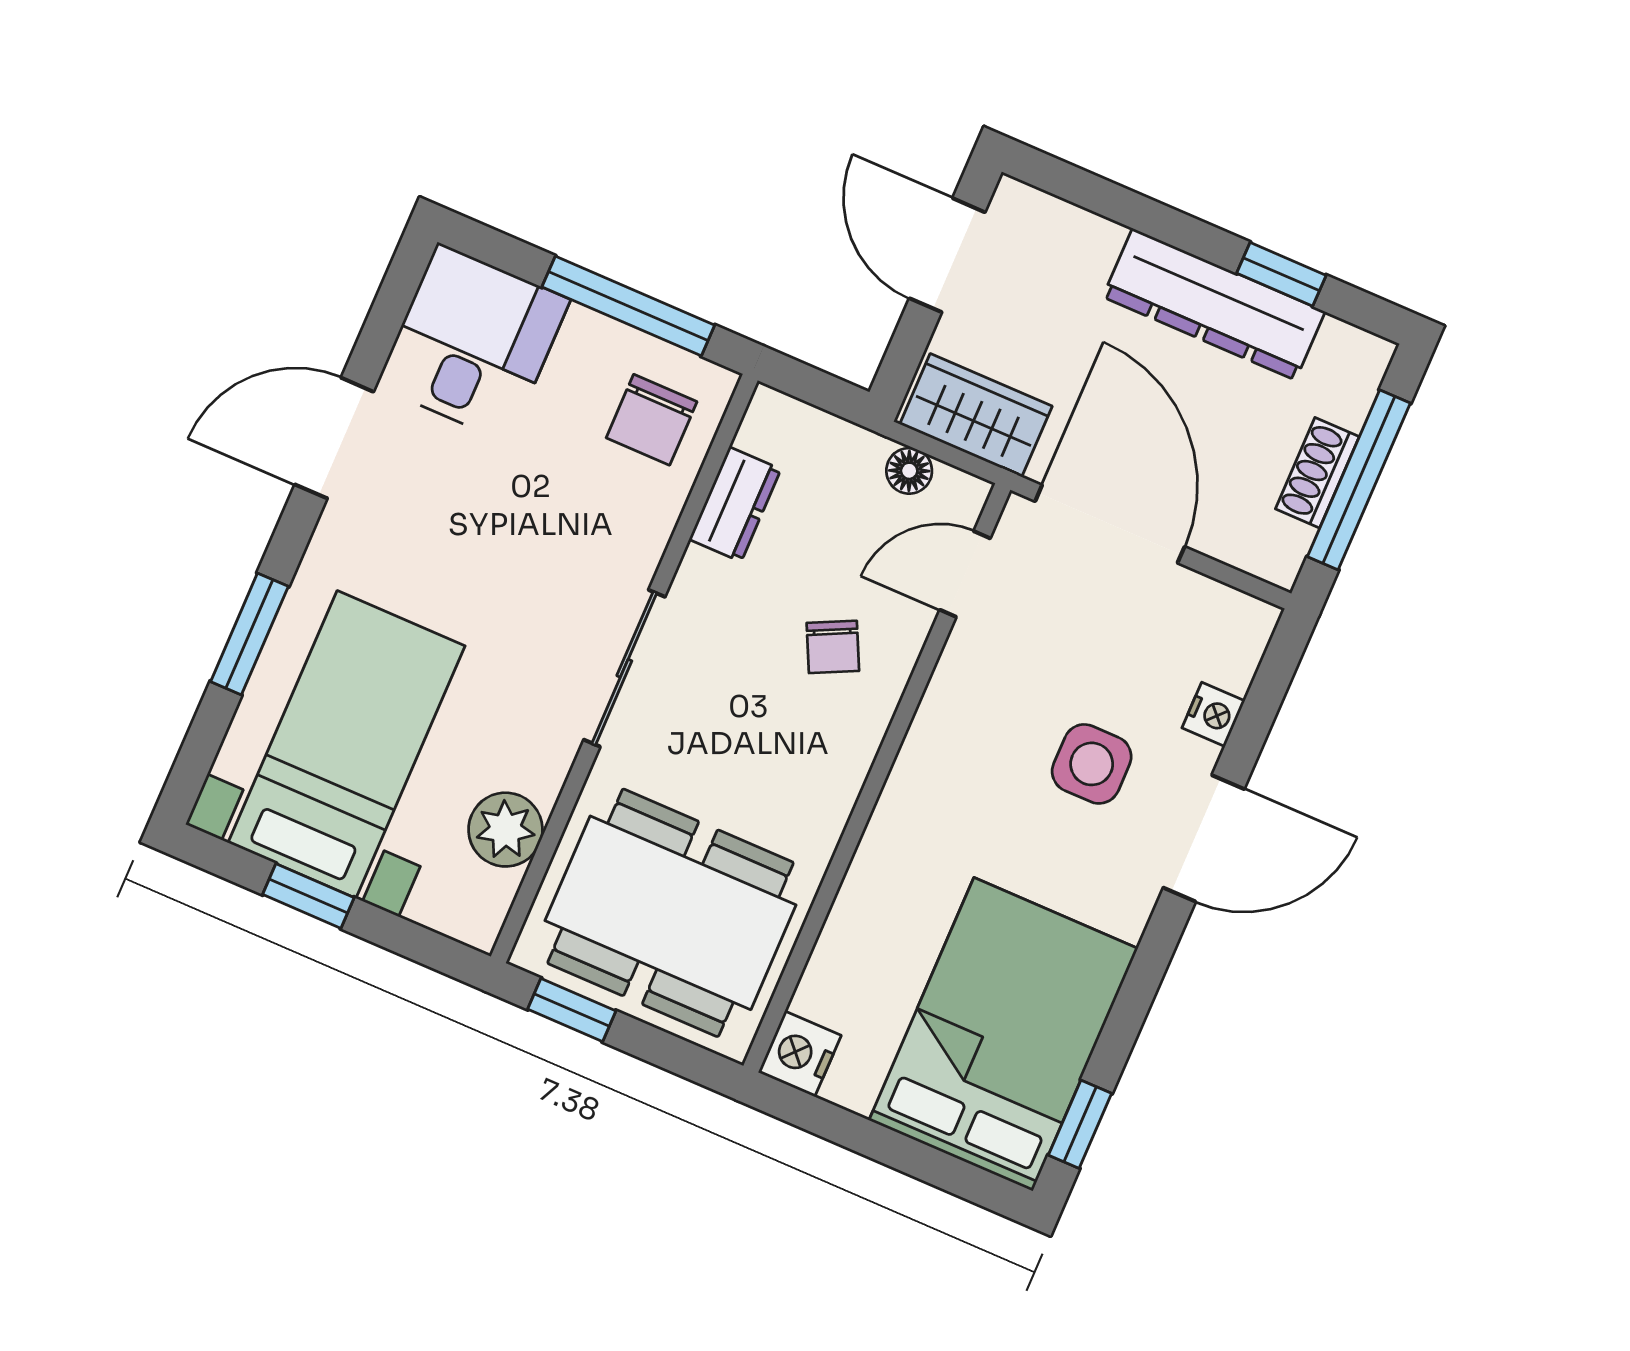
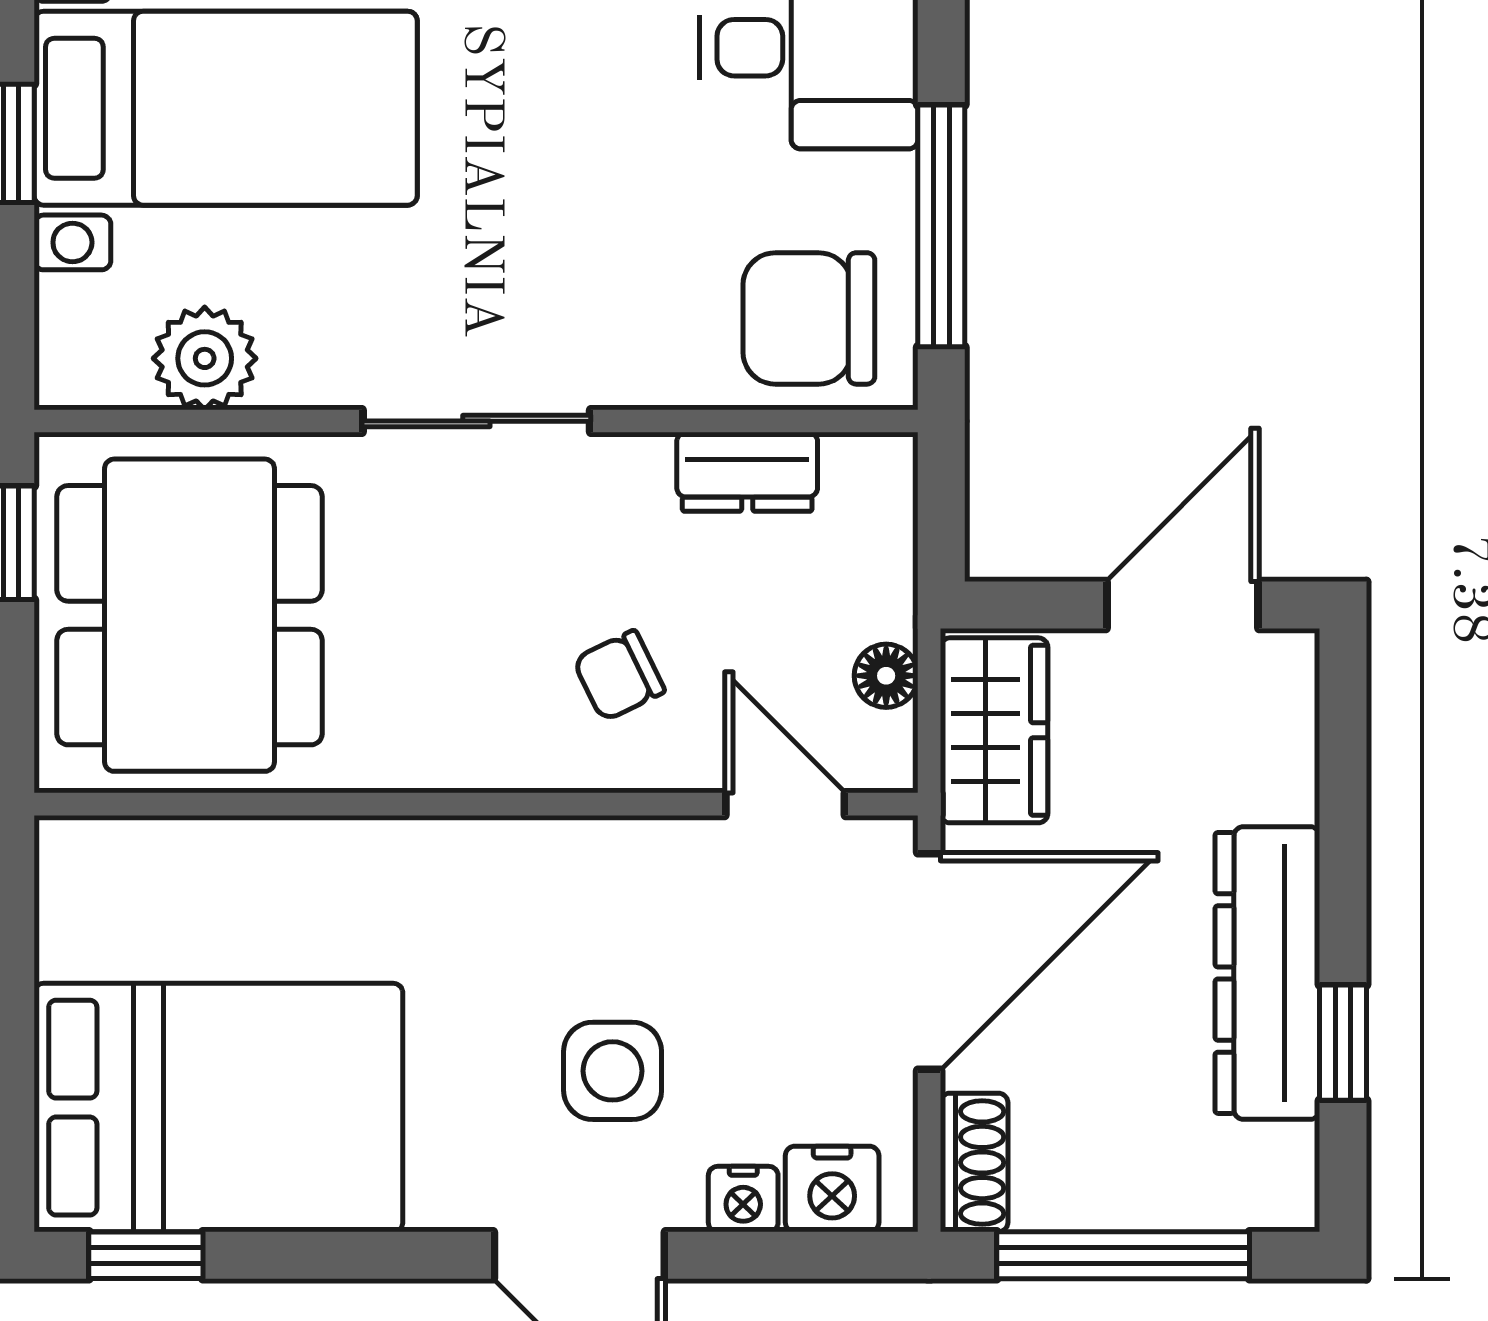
chair: (652, 420) -> (809, 318), width x1.37, depth x1.37
shoe rack: (1317, 473) -> (974, 1162), moved, turned 90
nightstand: (800, 1054) -> (832, 1189), moved, turned 180

